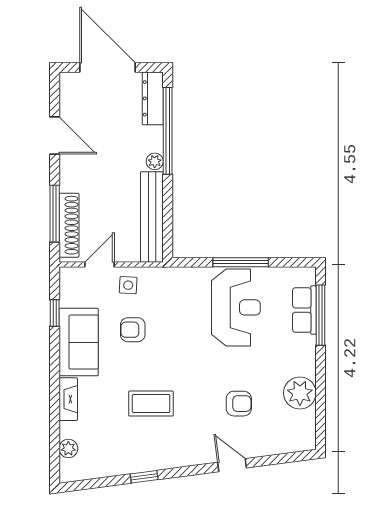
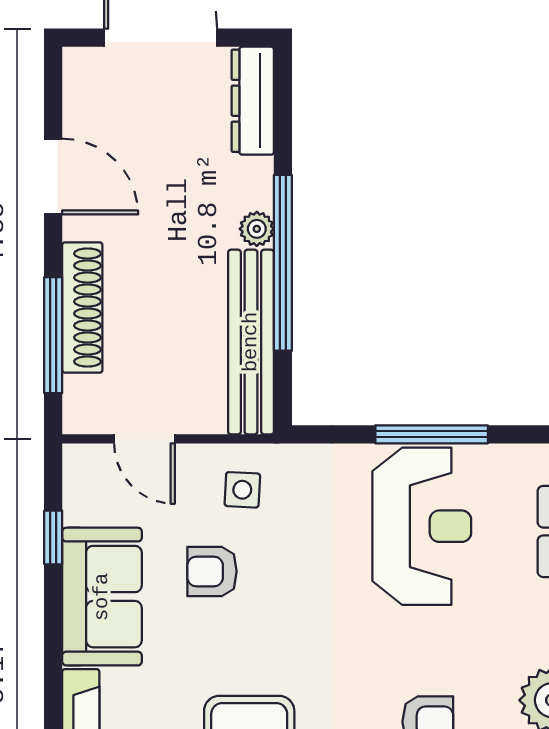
window: (168, 131) -> (283, 263), moved
shoe rack: (69, 225) -> (82, 308), moved
door: (100, 265) -> (145, 439), swing flipped
side table: (128, 285) -> (242, 490), moved

